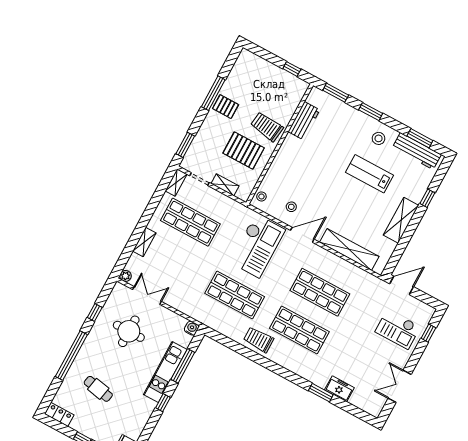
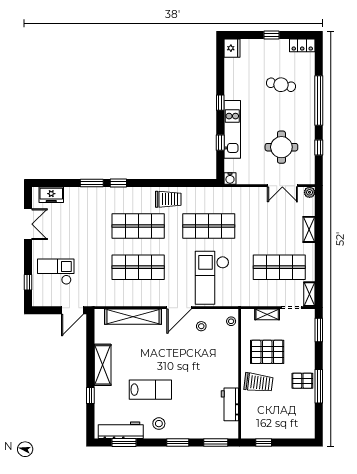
window: (183, 366) -> (220, 143), width x0.46
window: (296, 379) -> (118, 183), added
freezer: (339, 389) -> (51, 195), moved

